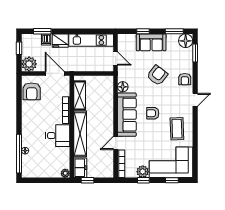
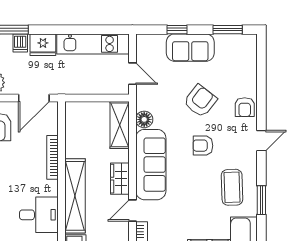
floor lamp: (186, 41) -> (246, 45), removed
window: (195, 53) -> (261, 200), moved
door: (55, 73) -> (34, 98), swing flipped
shelving: (80, 96) -> (120, 125), moved
armchair: (153, 113) -> (203, 146), moved
wardrobe: (108, 123) -> (120, 179), added
desk: (58, 136) -> (39, 215), moved

